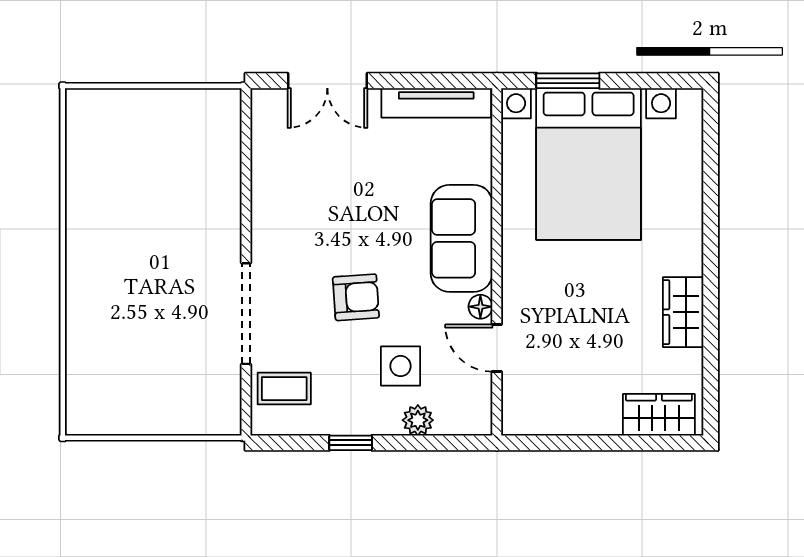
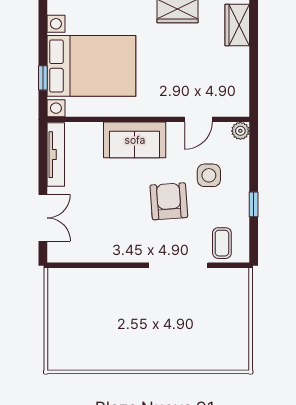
window: (568, 81) -> (43, 78), width x0.67
armchair: (356, 297) -> (169, 201), width x1.38, depth x1.38
floor lamp: (480, 307) -> (174, 129), removed
plant: (418, 420) -> (240, 131), moved

